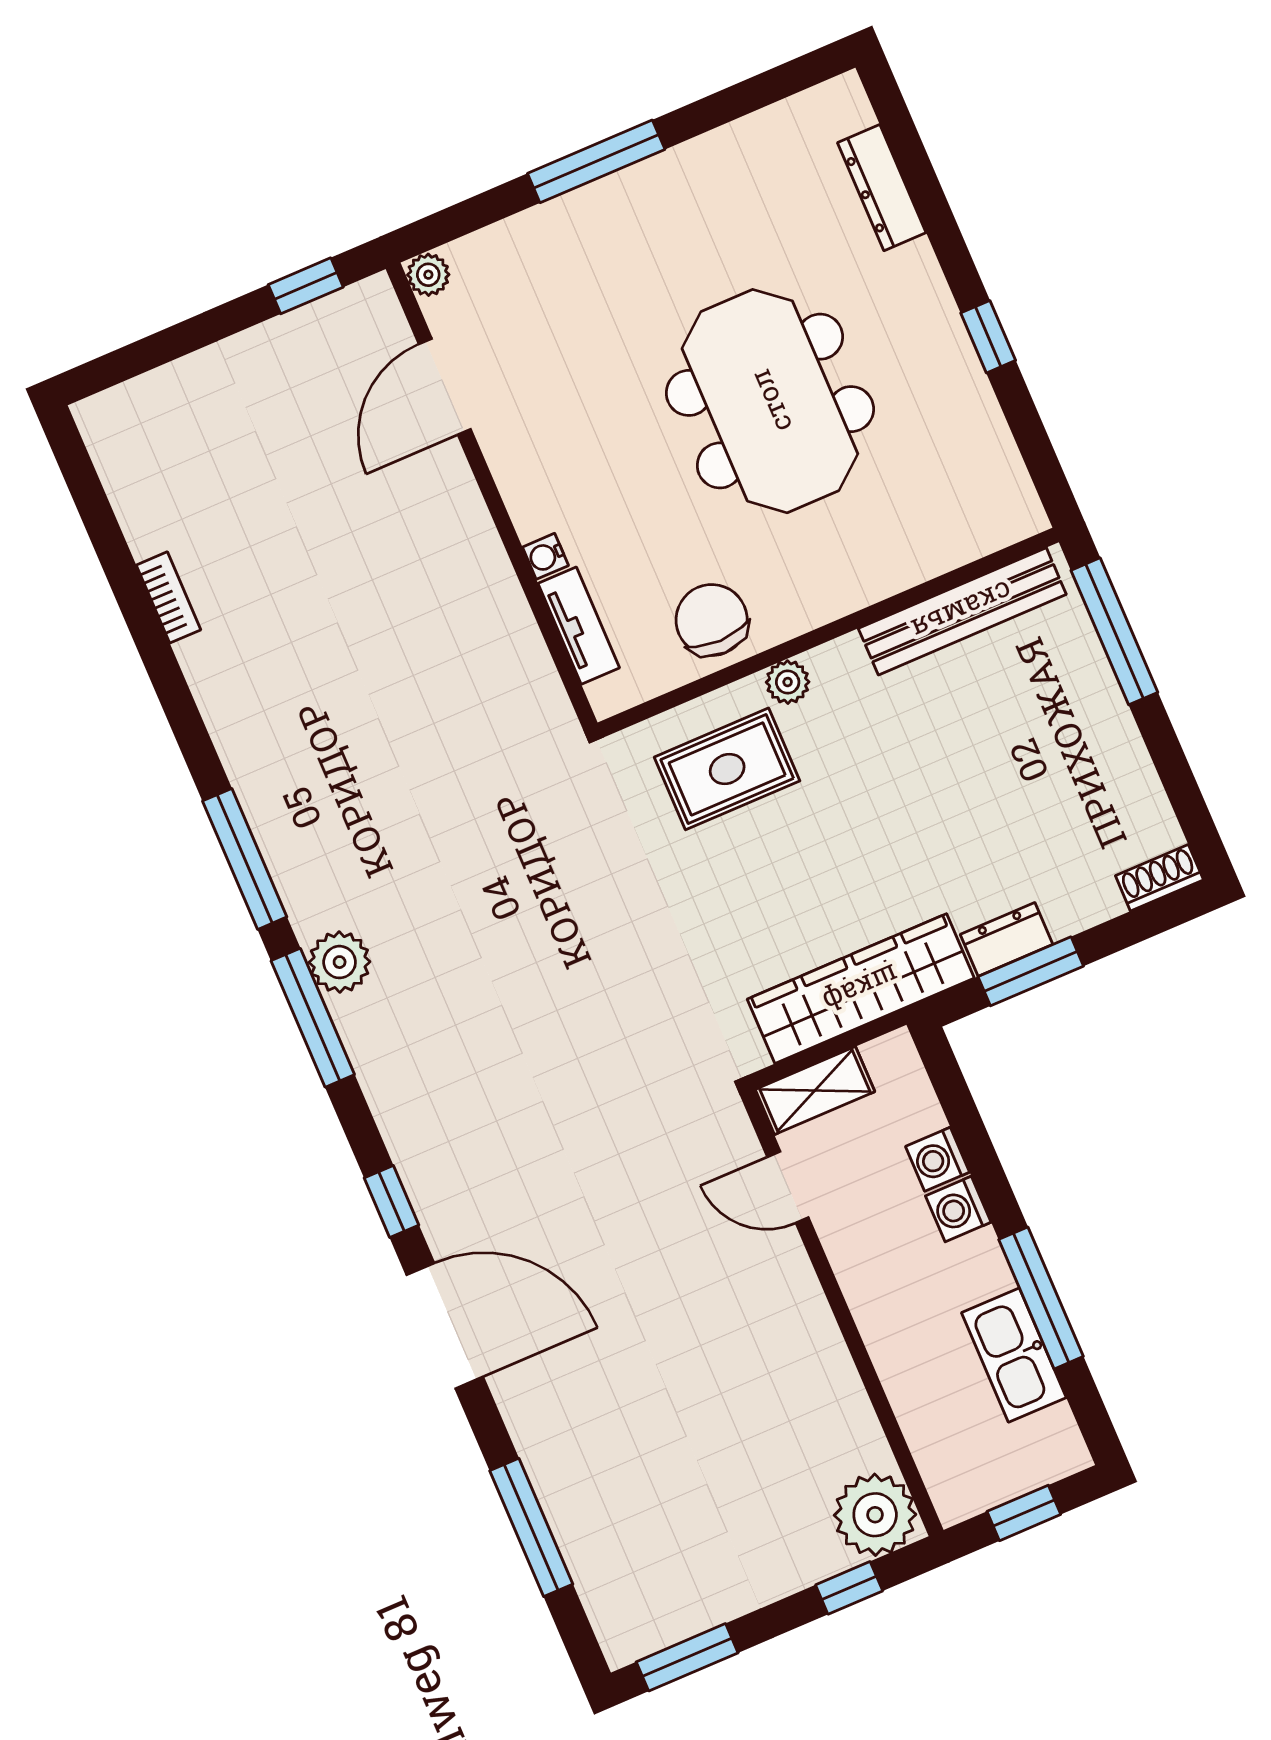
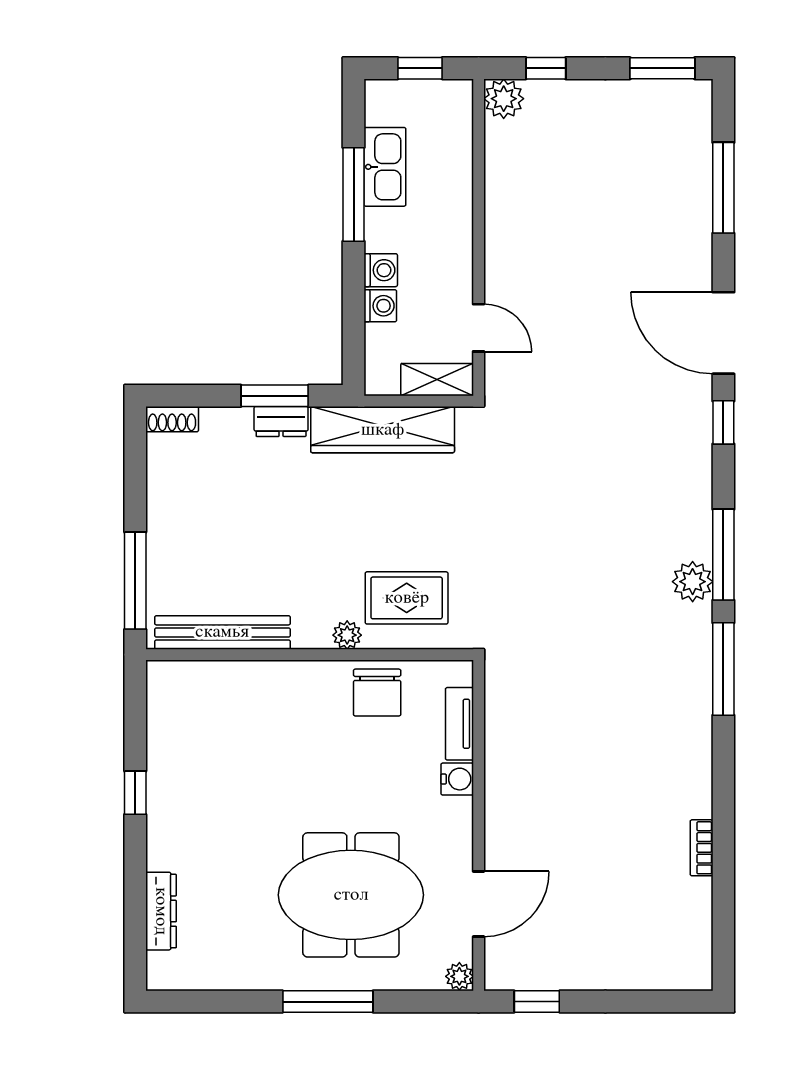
meeting table: (770, 401) -> (351, 895), moved, turned 90
water cooler: (545, 556) -> (457, 779), width x1.38, depth x1.38
plant: (875, 1515) -> (504, 99), width x0.73, depth x0.73

